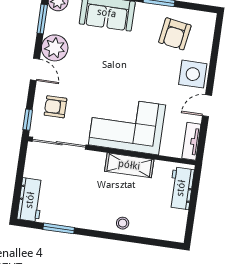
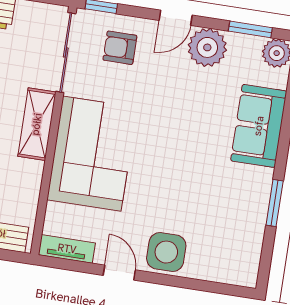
armchair: (175, 34) -> (226, 226), removed
armchair: (55, 107) -> (120, 48), turned -90
shelving: (129, 165) -> (37, 124), moved

